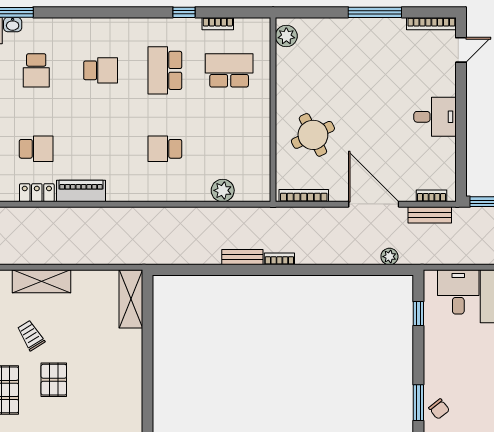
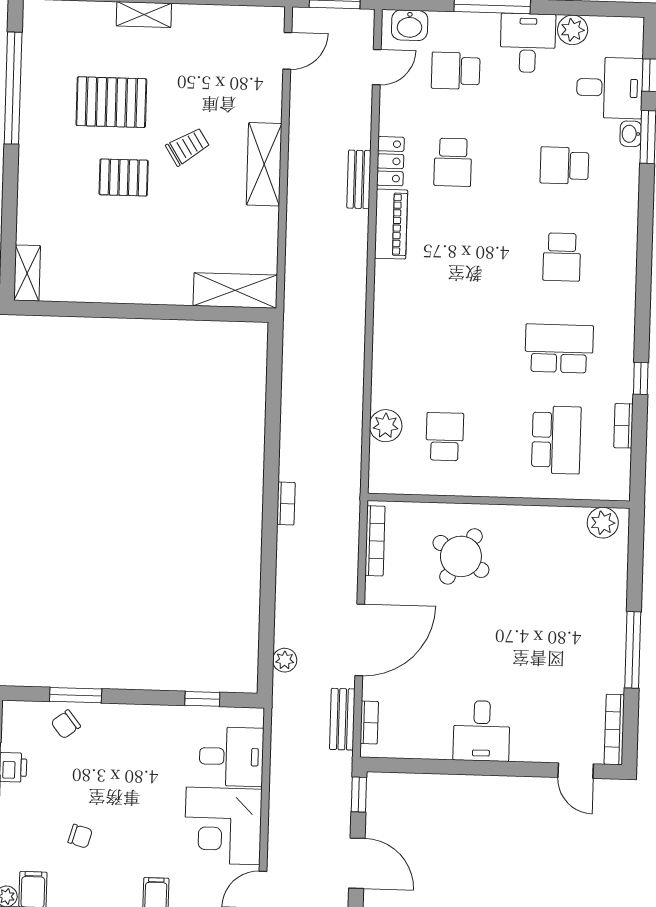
round table: (313, 135) -> (461, 556), turned -32
school desk: (165, 149) -> (445, 437), moved
bench: (242, 257) -> (359, 179), moved

